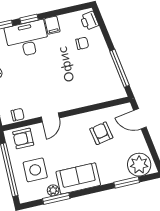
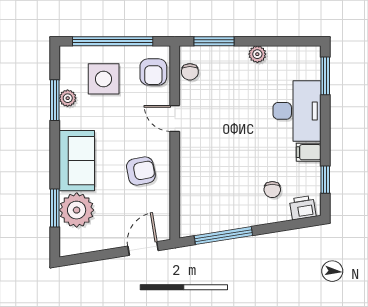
window: (29, 19) -> (325, 180), moved
armchair: (101, 133) -> (141, 171), moved
armchair: (23, 138) -> (153, 72), turned 180
plant: (139, 165) -> (77, 210), moved
sofa: (78, 178) -> (77, 161), moved

